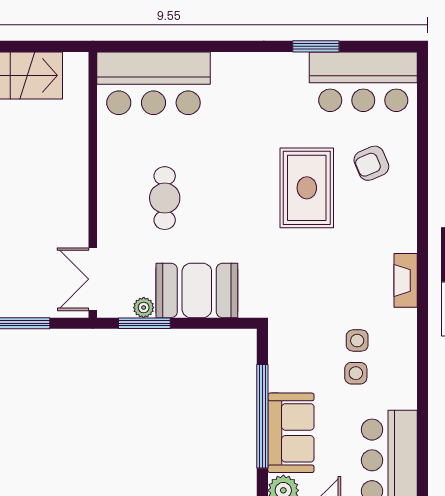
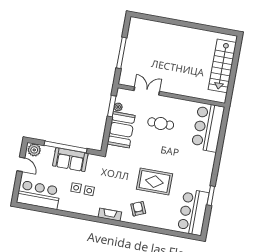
armchair: (371, 163) -> (138, 209), moved
double door: (93, 279) -> (147, 91), moved
sofa: (291, 433) -> (70, 160), moved

